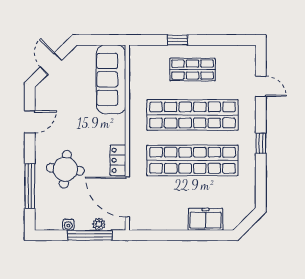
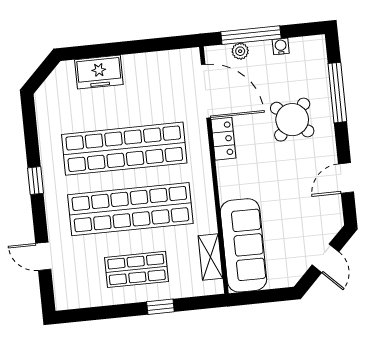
shelving: (137, 73) -> (210, 257), added
round table: (65, 169) -> (292, 120), turned 36

